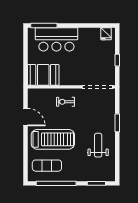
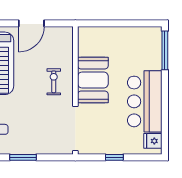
bar counter: (56, 39) -> (145, 101), moved
booth: (43, 75) -> (93, 80), moved

